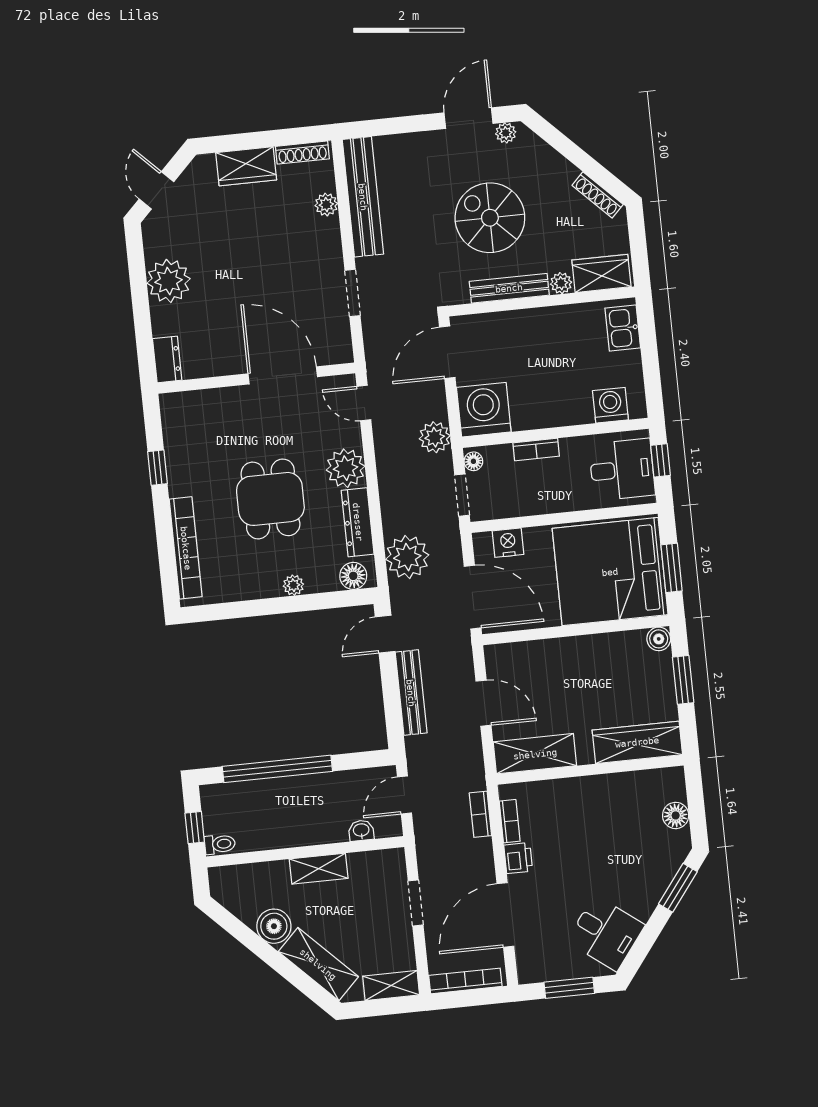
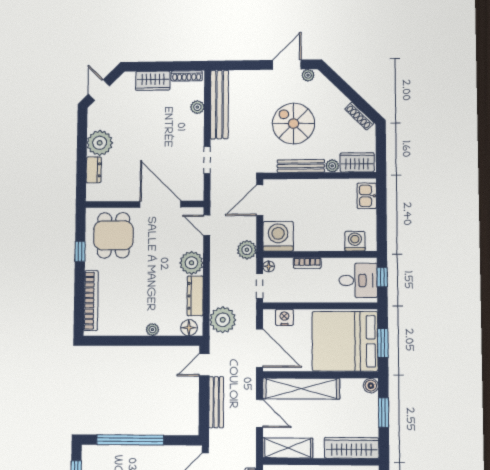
dresser: (167, 359) -> (94, 170), moved
dining table: (270, 499) -> (113, 235), moved
shelving: (547, 656) -> (301, 389), added

